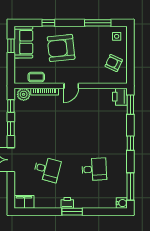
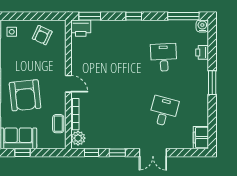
printer: (67, 203) -> (202, 52), moved

